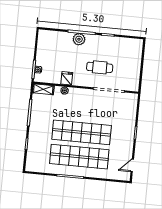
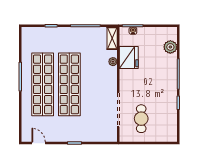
plant: (79, 39) -> (170, 47), moved
cafe table: (100, 67) -> (141, 119), moved
fridge: (67, 78) -> (129, 57), width x1.88, depth x1.34

